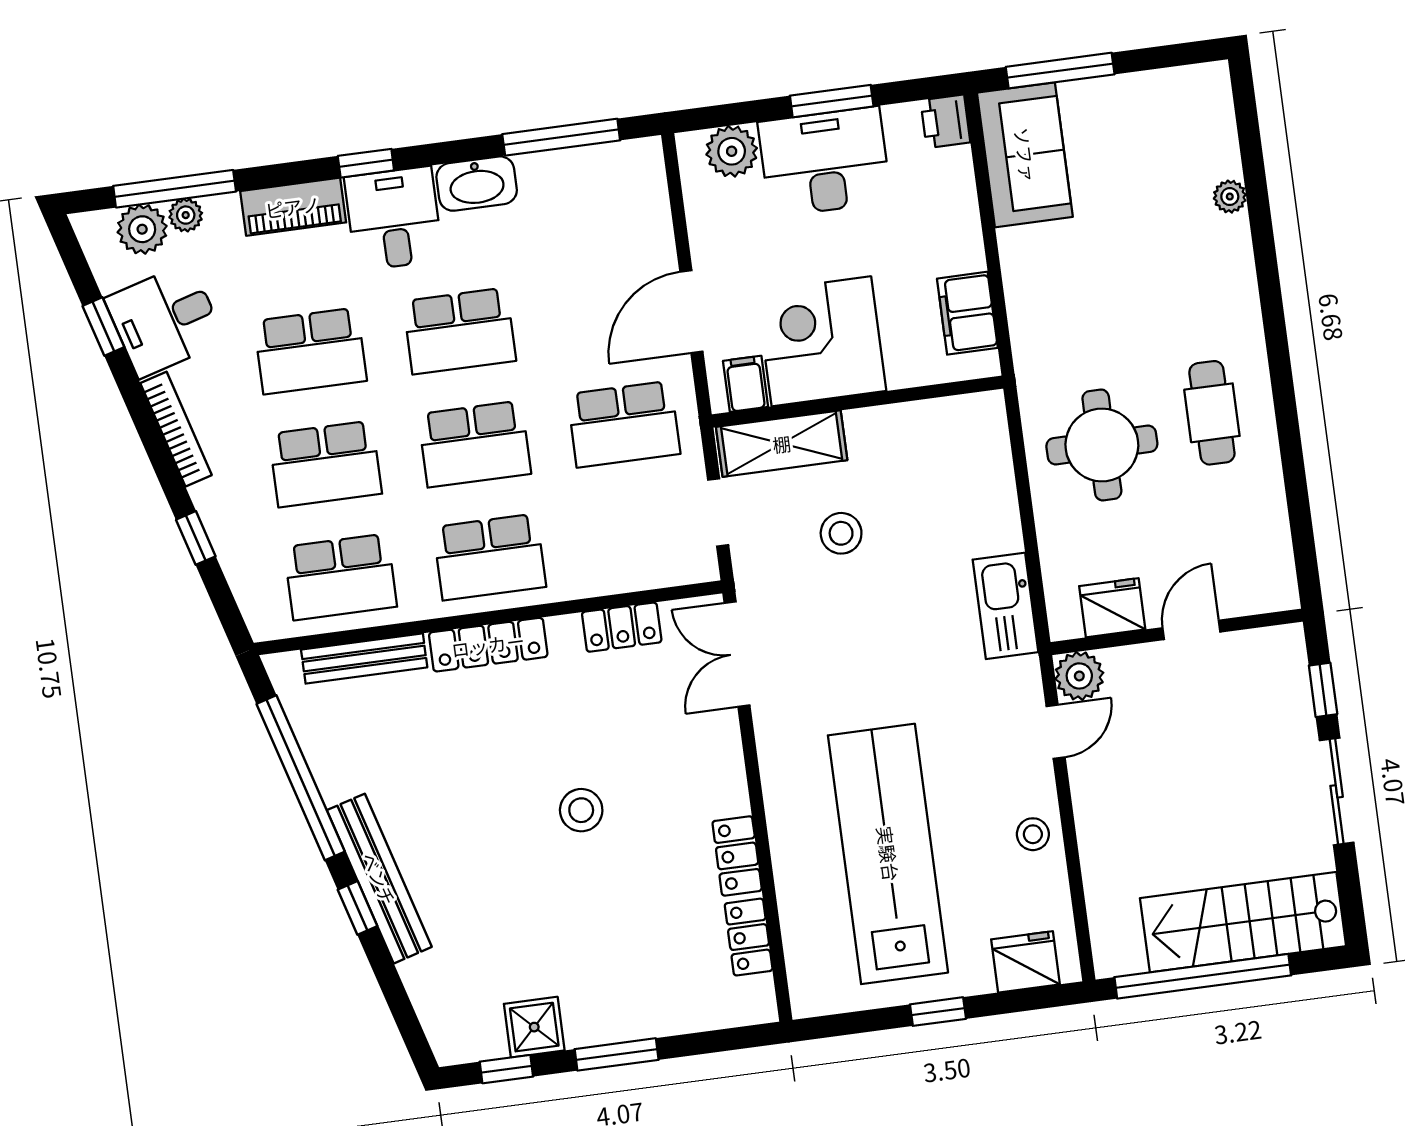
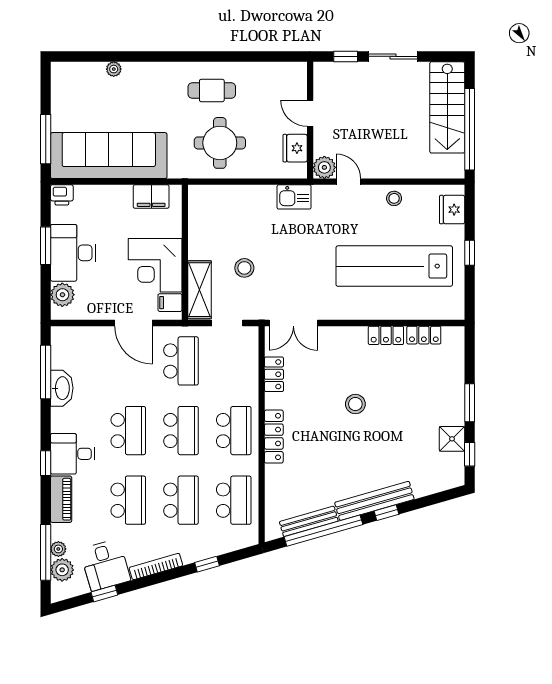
sofa: (1025, 155) -> (109, 156), width x1.85, depth x1.27
washbasin: (477, 184) -> (62, 388), moved
kitchen sink: (1006, 606) -> (294, 197), width x0.73
bench: (364, 659) -> (309, 521), moved, turned 74

